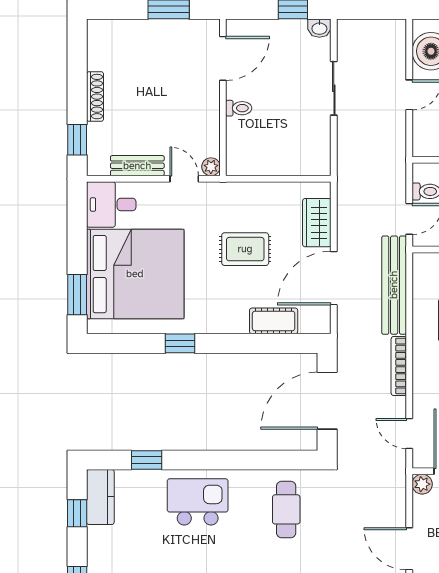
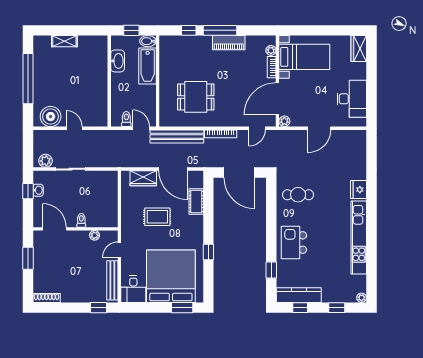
washbasin: (319, 28) -> (38, 190), moved
plant: (349, 42) -> (45, 161), added
shoe rack: (95, 97) -> (47, 298), moved
bench: (137, 166) -> (112, 280), width x1.36
plant: (211, 167) -> (95, 235), moved
rug: (245, 249) -> (157, 217), turned 90
kitchen counter: (100, 497) -> (299, 295), width x1.50

